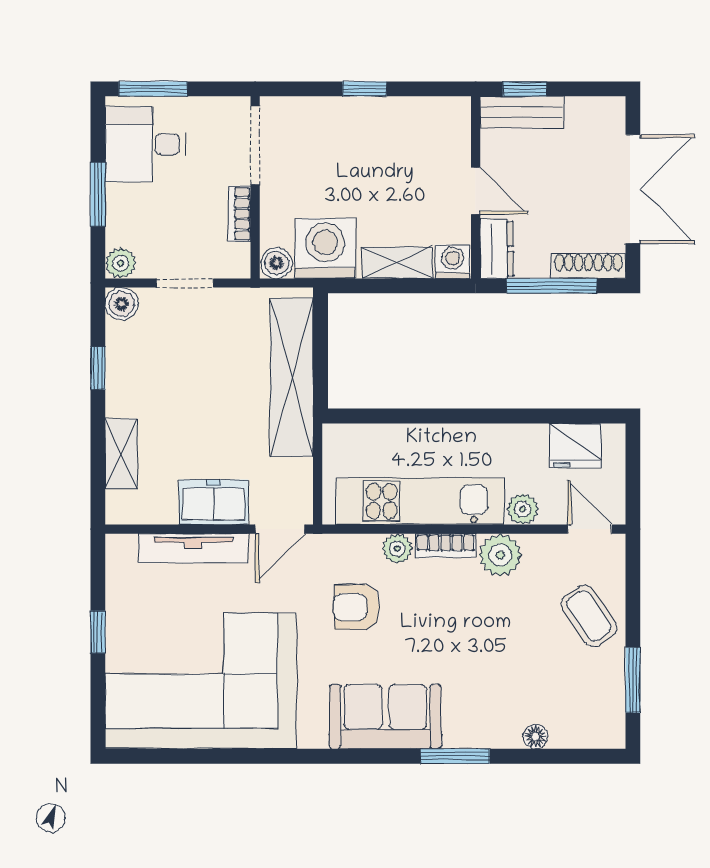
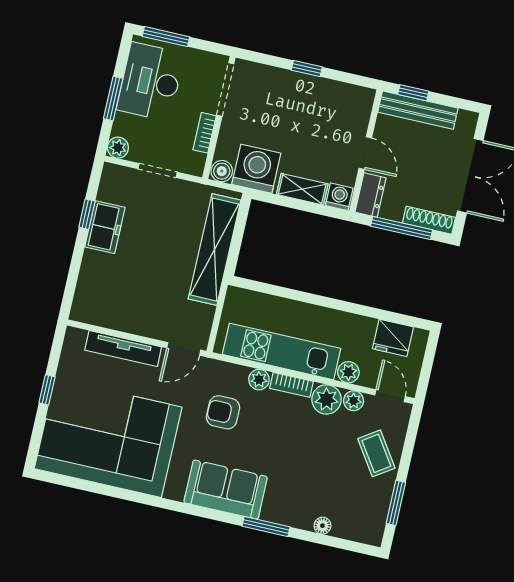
bench: (522, 112) -> (418, 110), width x1.36
desk: (146, 144) -> (150, 82), width x1.37
boiler: (122, 304) -> (112, 175), removed
shelving: (121, 454) -> (89, 275), removed
freezer: (213, 502) -> (105, 227), moved, turned 90
plant: (539, 548) -> (354, 401), added

